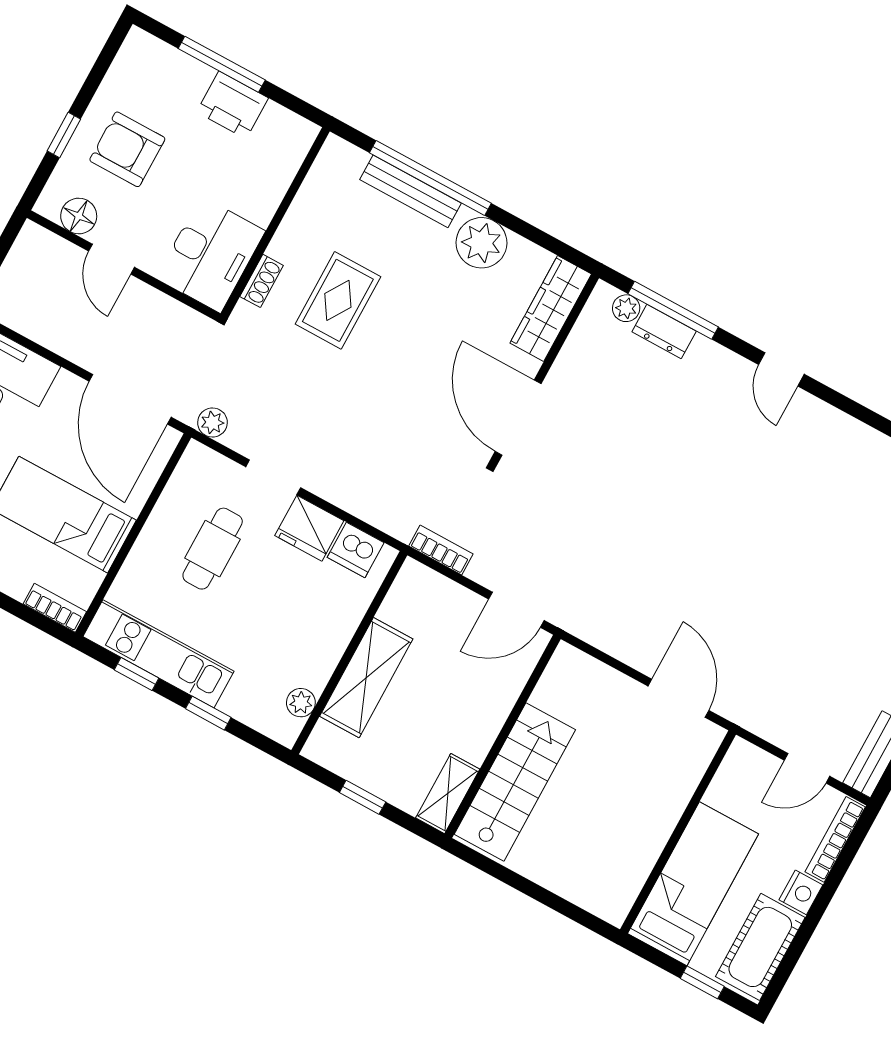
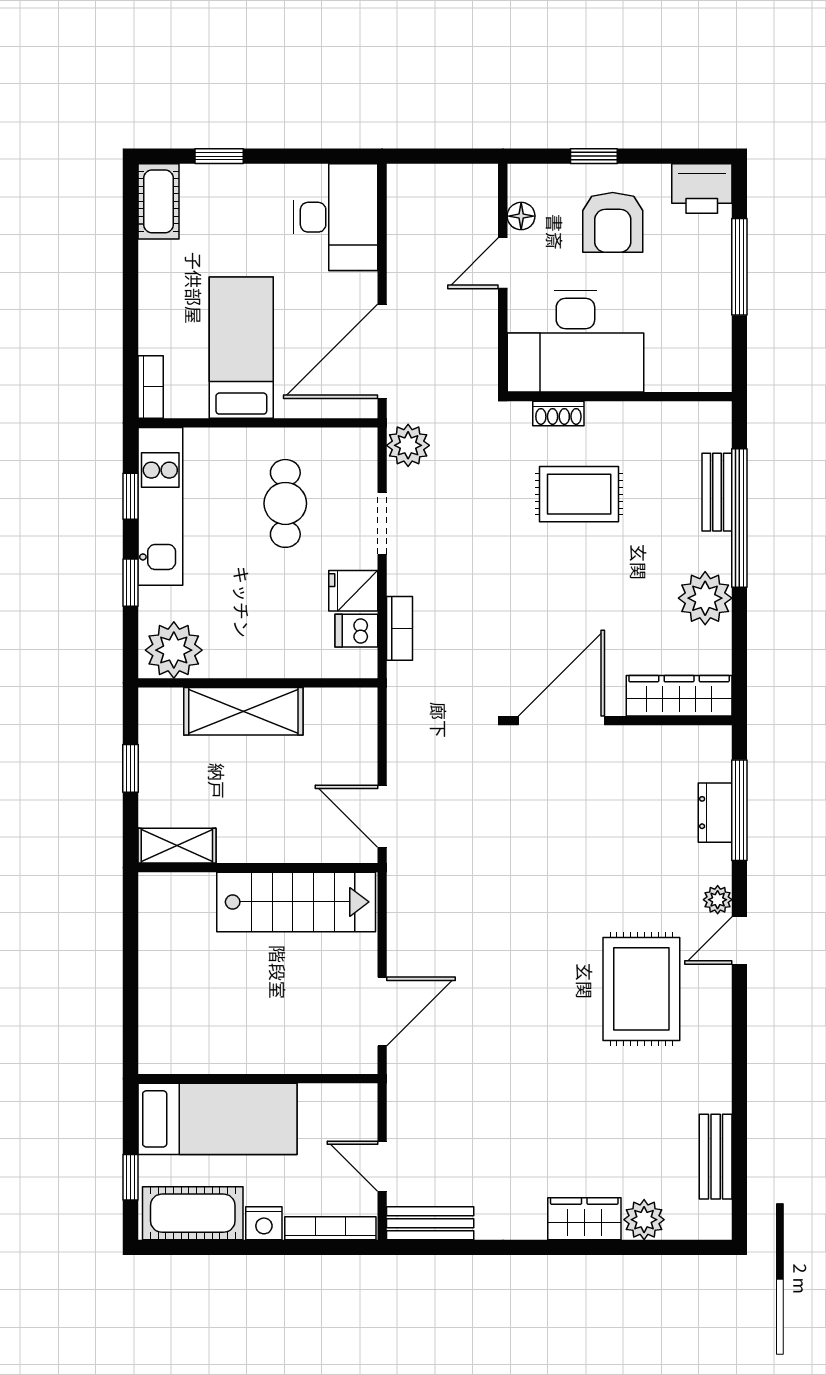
printer: (232, 105) -> (702, 189), moved, turned -90
armchair: (127, 149) -> (613, 222), turned 180
bench: (411, 191) -> (717, 492), width x0.73
floor lamp: (79, 216) -> (521, 216), width x0.73, depth x0.73
desk: (211, 254) -> (575, 341), width x1.36, depth x1.30
plant: (626, 308) -> (718, 900), moved
plant: (212, 423) -> (408, 445), width x1.38, depth x1.38
rug: (777, 473) -> (641, 989), added
fridge: (309, 528) -> (353, 591), width x0.72
cafe table: (213, 549) -> (285, 503), turned 90
dishwasher: (356, 550) -> (356, 631), width x0.73
bookcase: (441, 550) -> (399, 628), moved
plant: (301, 703) -> (174, 650), width x1.87, depth x1.87
stairs: (515, 782) -> (296, 902), moved

